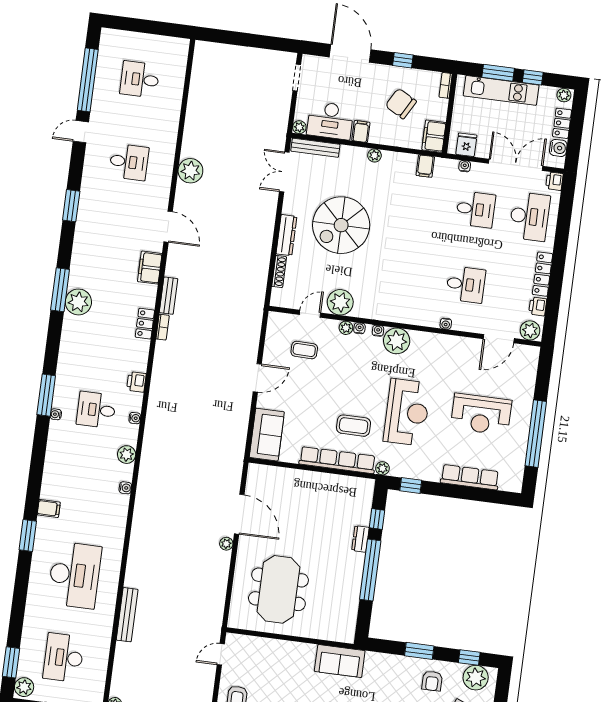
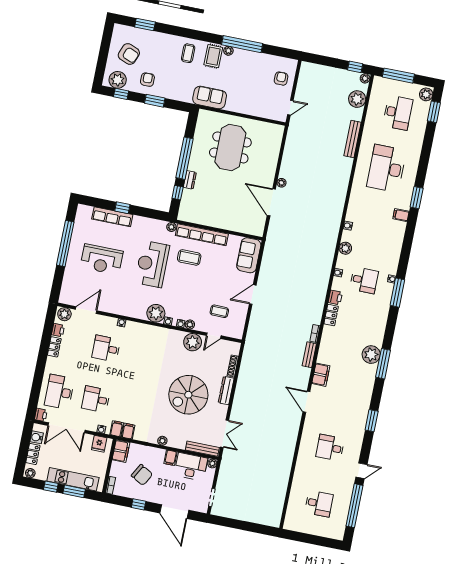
filing cabinet: (442, 168) -> (117, 429), added
plant: (190, 171) -> (357, 99), moved
spiral stairs: (341, 225) -> (188, 395), turned 180
locker: (543, 274) -> (54, 347), width x0.66
locker: (145, 324) -> (331, 315), moved
reception desk: (481, 414) -> (102, 259), turned 180
window: (411, 485) -> (122, 208), moved
meeting table: (278, 589) -> (230, 147), moved

